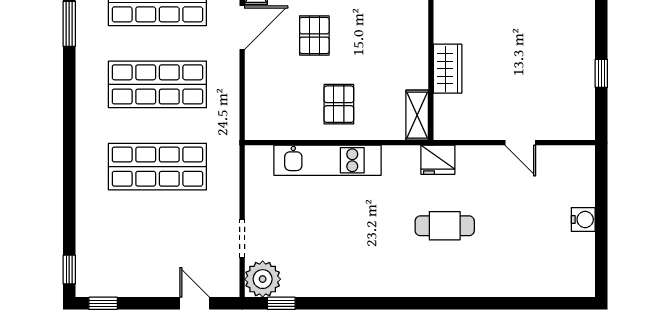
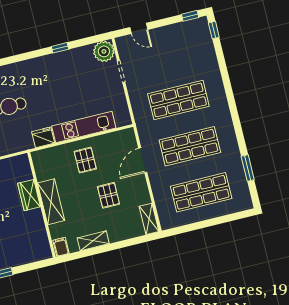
door: (242, 28) -> (143, 160), moved
shelving: (417, 115) -> (51, 202), moved, width x1.50, depth x1.33
fridge: (438, 160) -> (43, 137), moved
window: (281, 303) -> (60, 48), moved

